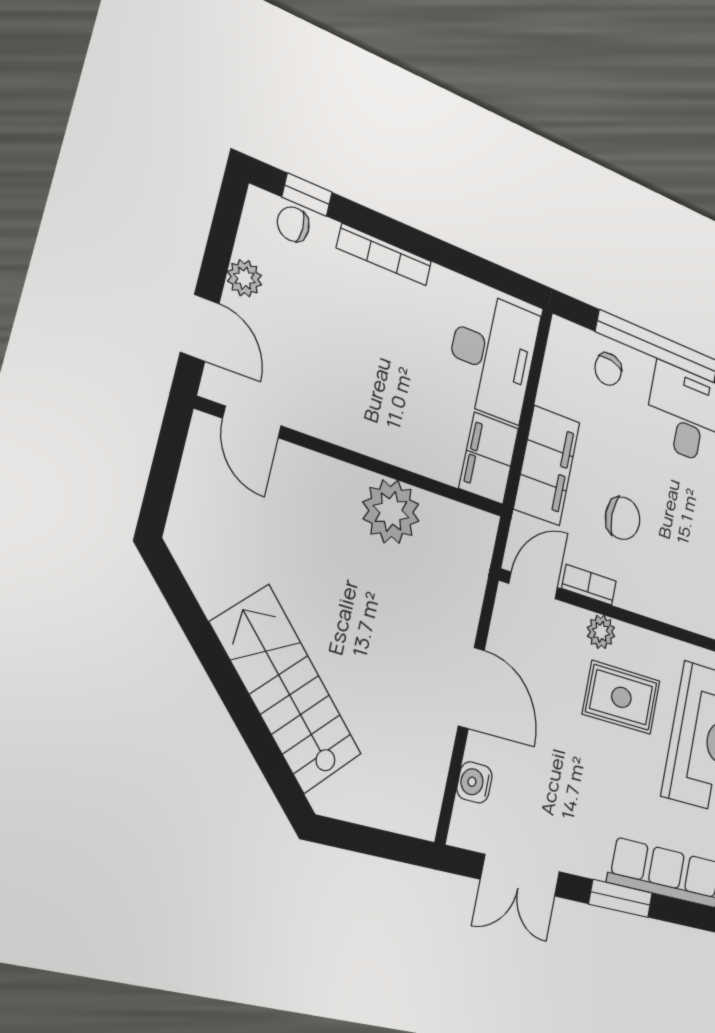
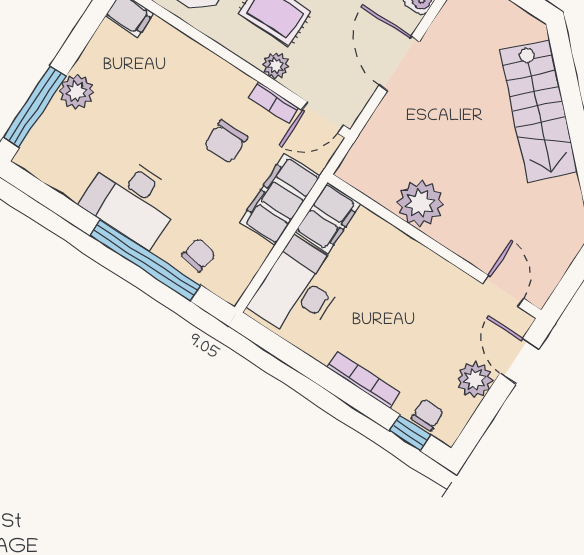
chair: (293, 224) -> (427, 415), turned -90
plant: (245, 278) -> (475, 380), width x1.38, depth x1.38
chair: (623, 518) -> (226, 142), turned -90

